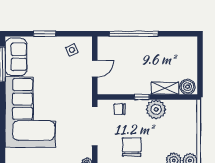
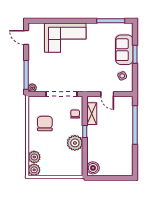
sofa: (16, 57) -> (124, 50), moved, turned 90
shelving: (165, 88) -> (92, 114), moved
corner sofa: (30, 112) -> (65, 38), width x0.73, depth x0.74
chair: (132, 147) -> (45, 124), turned -90

